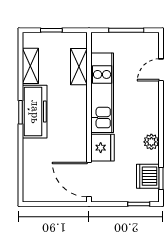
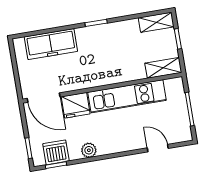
shelving: (30, 66) -> (156, 22), moved
shelving: (79, 67) -> (163, 68), moved
freezer: (35, 112) -> (51, 44), moved
door: (89, 180) -> (44, 98), swing flipped

